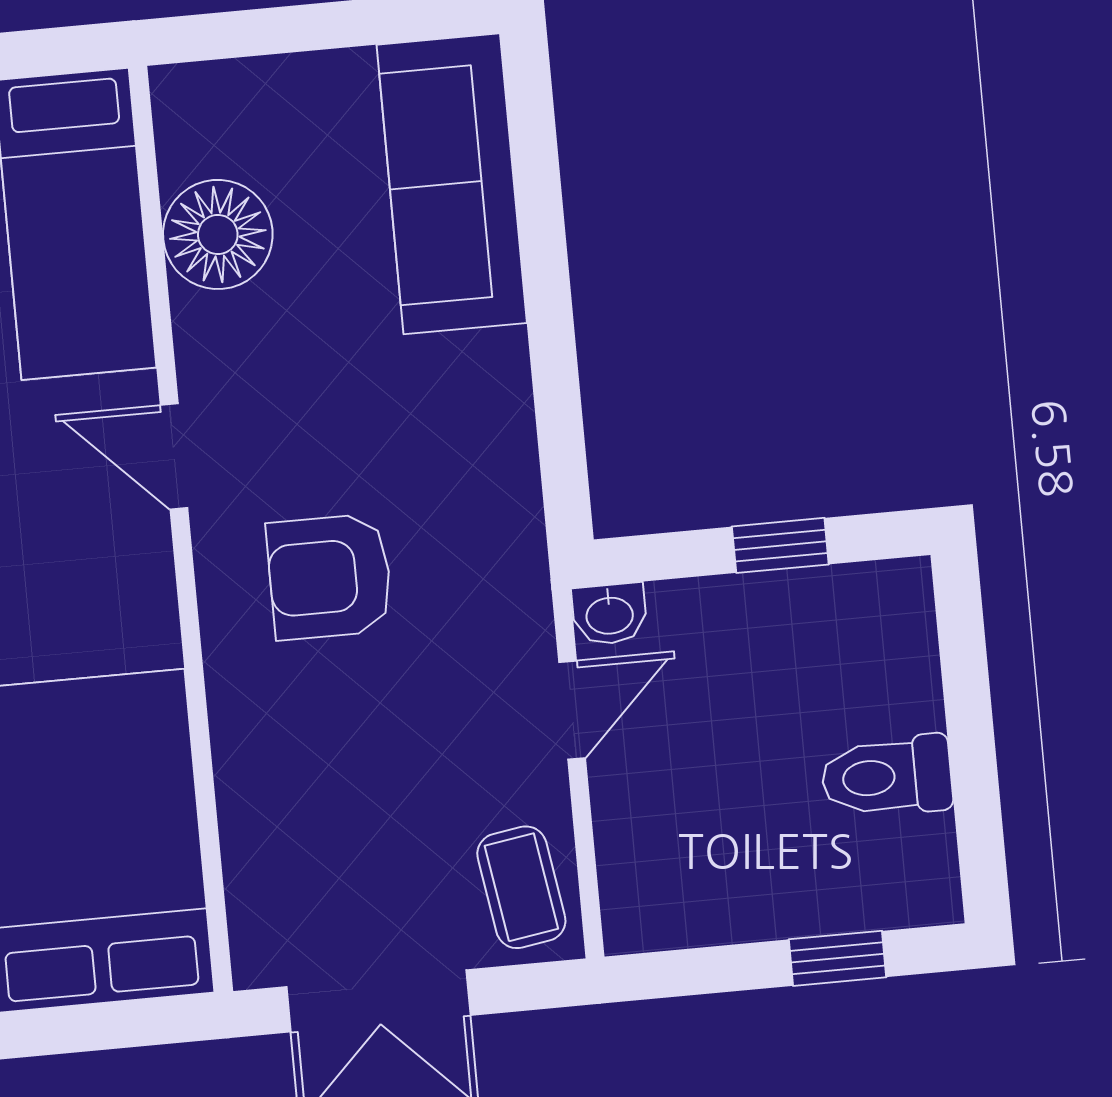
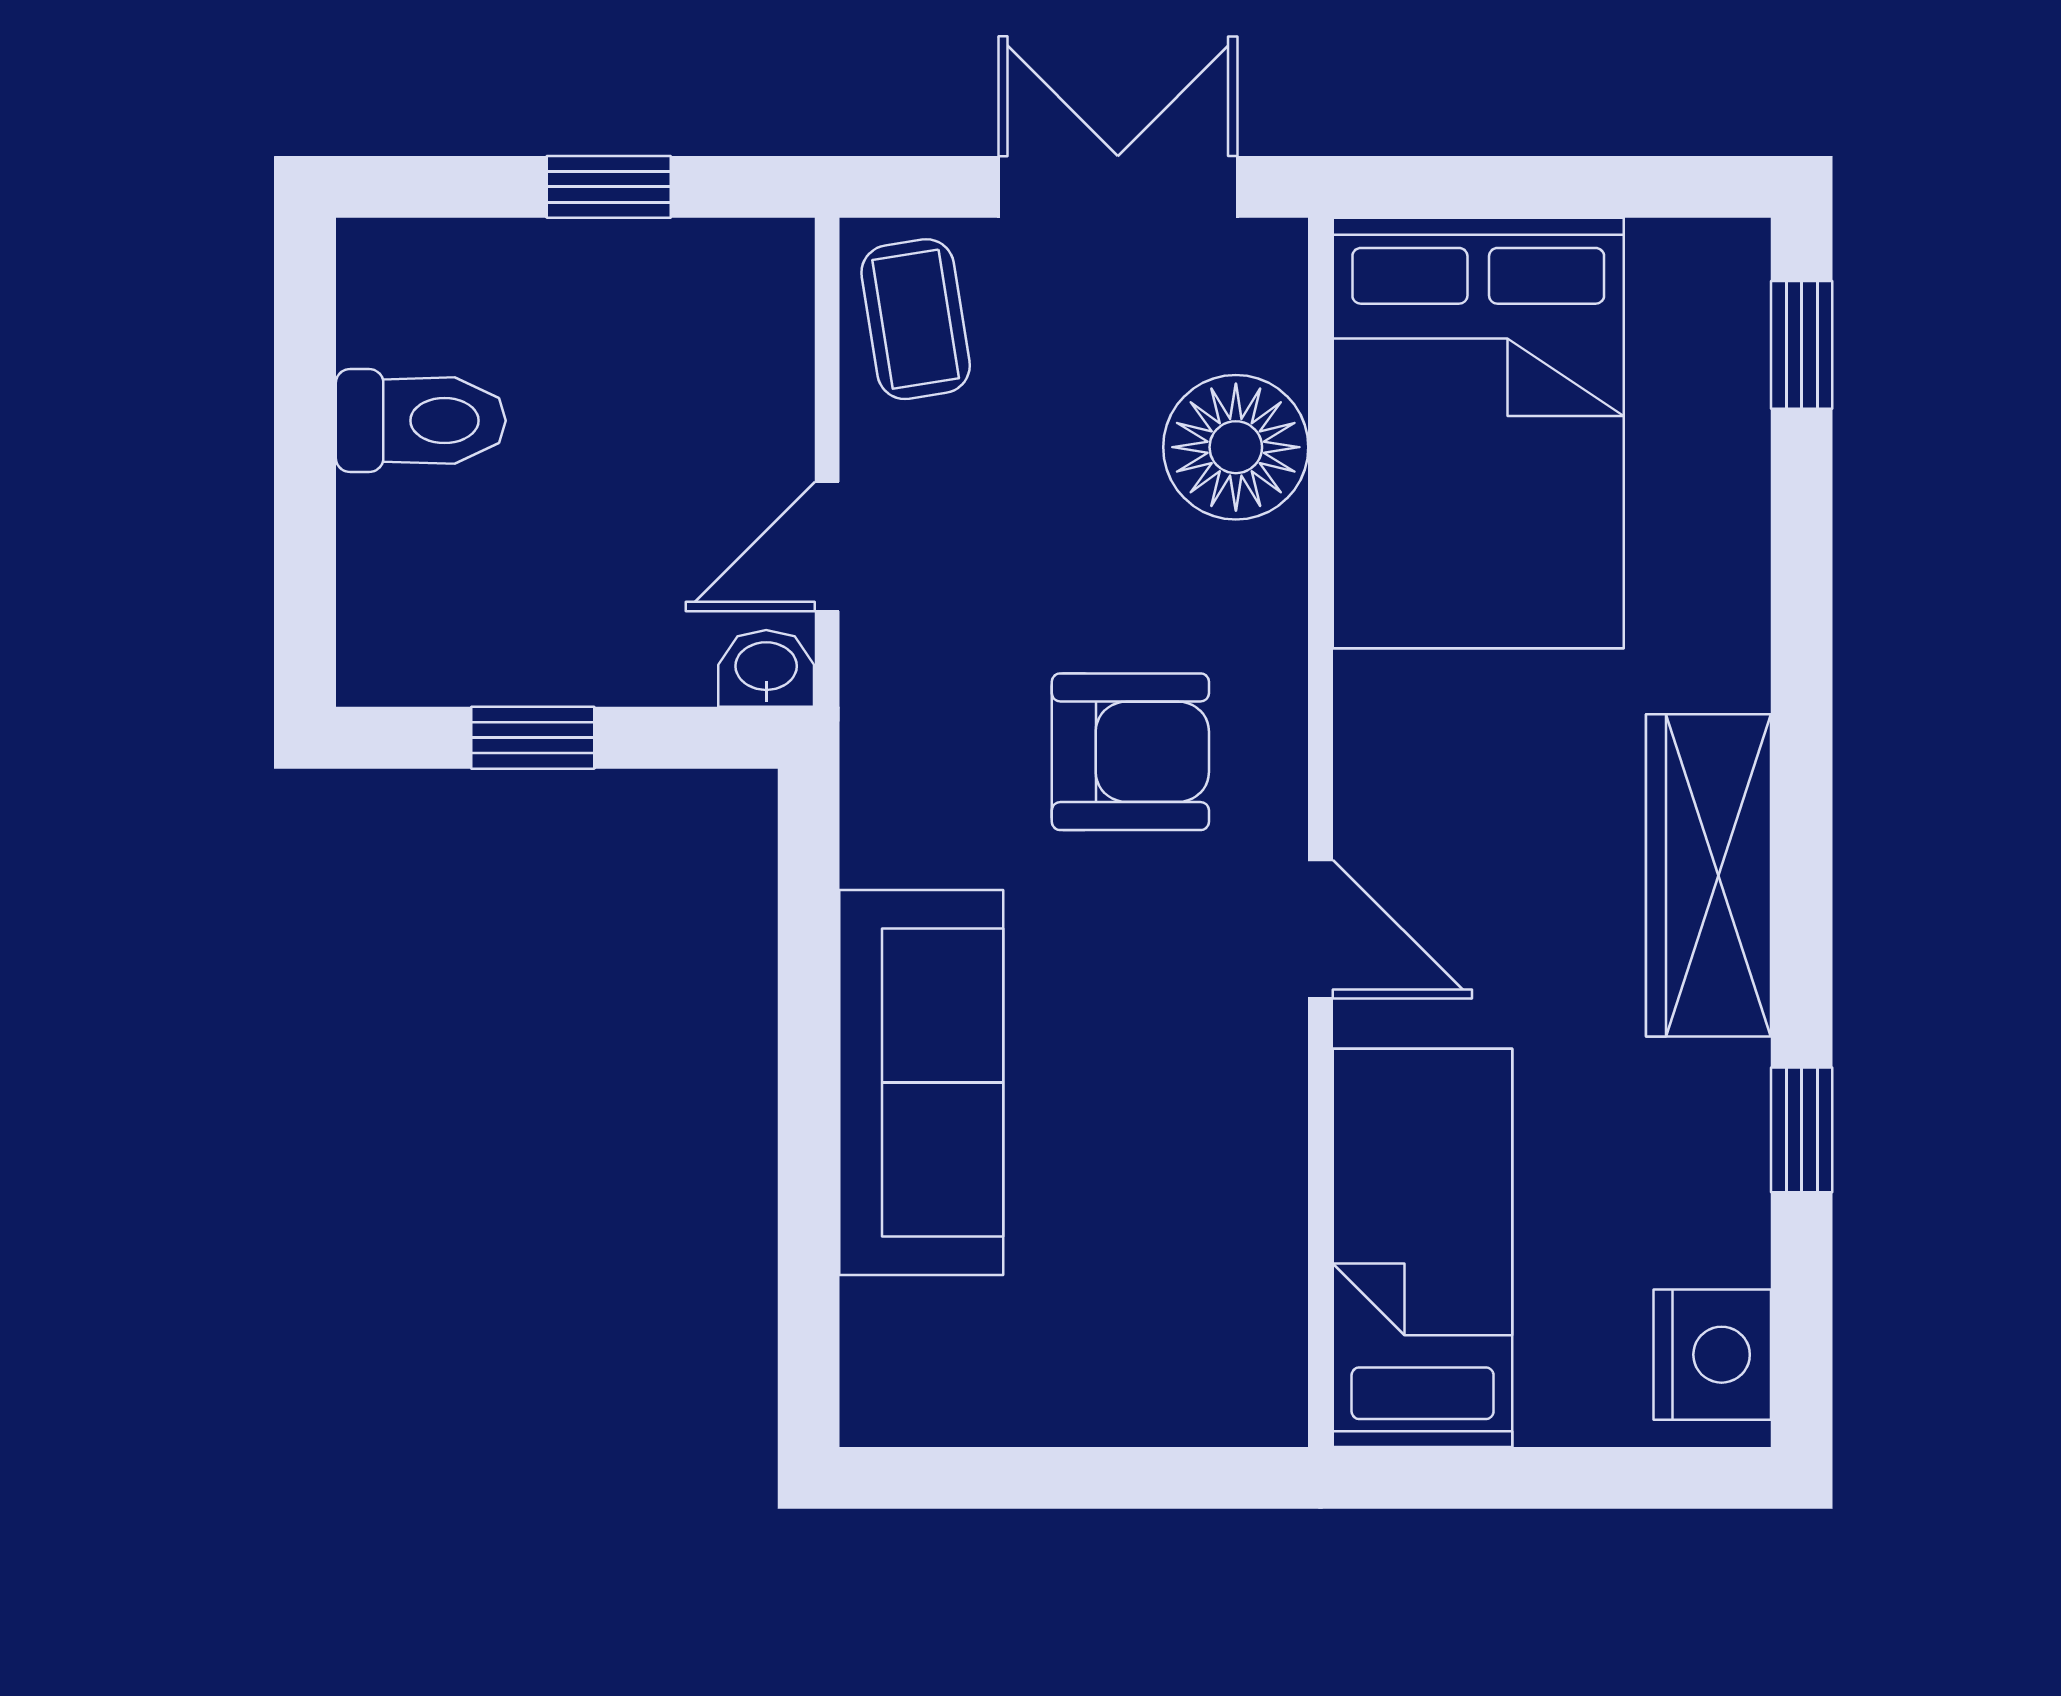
sofa: (452, 184) -> (921, 1083), moved
floor lamp: (218, 234) -> (1236, 447), moved
window: (837, 958) -> (609, 187), moved

